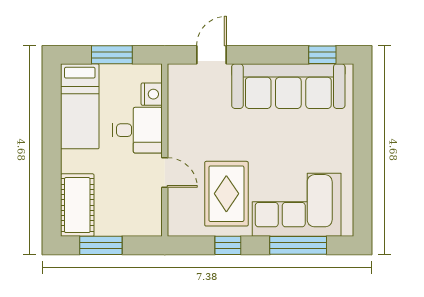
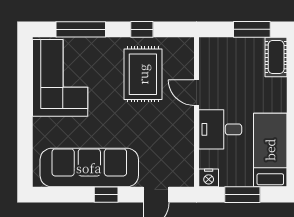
window: (322, 55) -> (106, 195), moved
nightstand: (152, 94) -> (209, 178), moved, turned -90
cot: (77, 205) -> (276, 57), width x0.73, depth x0.75
corner sofa: (297, 205) -> (60, 78), moved, turned -90

